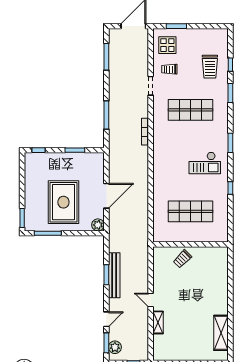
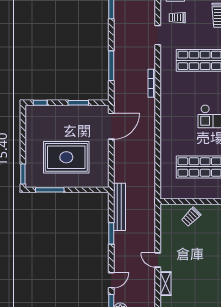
door: (106, 196) -> (111, 126), moved
rug: (63, 202) -> (66, 157), turned 90
plant: (98, 225) -> (102, 181), removed
bench: (114, 275) -> (119, 207), moved

